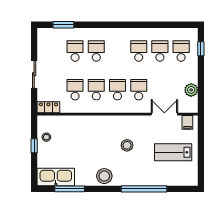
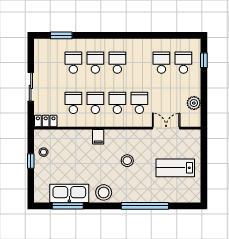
school desk: (139, 51) -> (117, 63), moved
filing cabinet: (187, 122) -> (98, 137), moved
kitchen sink: (56, 177) -> (69, 193), moved

